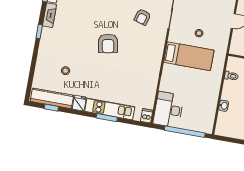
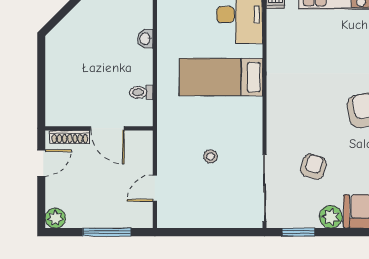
bed: (189, 56) -> (221, 77), moved

